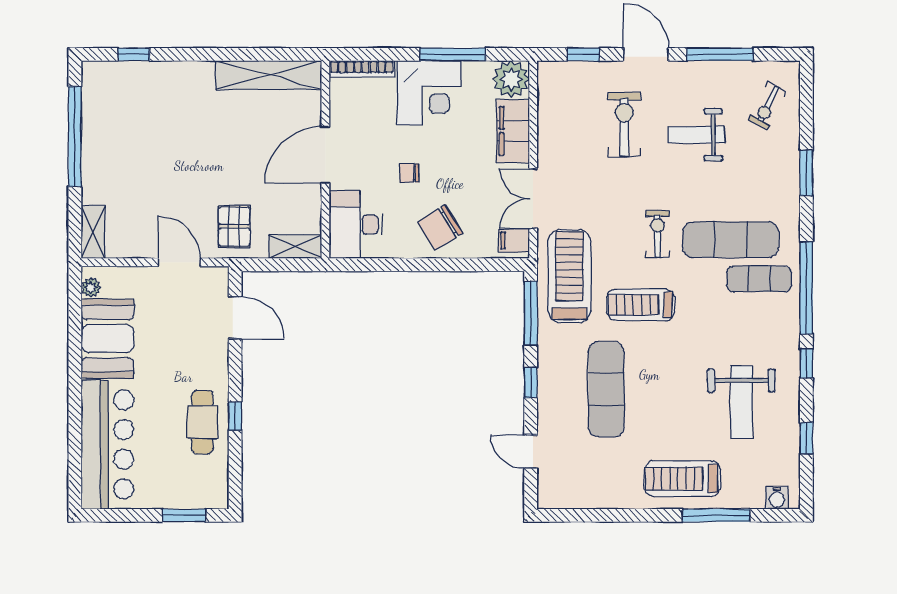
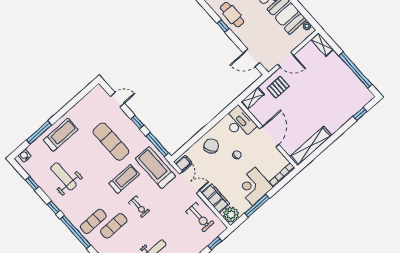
exercise bike: (624, 124) -> (200, 217), moved
pallet: (234, 226) -> (278, 87), turned 90
exercise mat: (731, 240) -> (114, 226), width x0.73, depth x0.69
treadmill: (569, 276) -> (155, 168), turned 180

